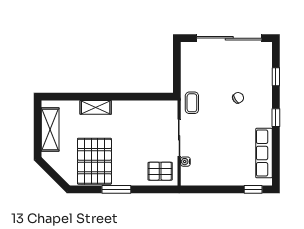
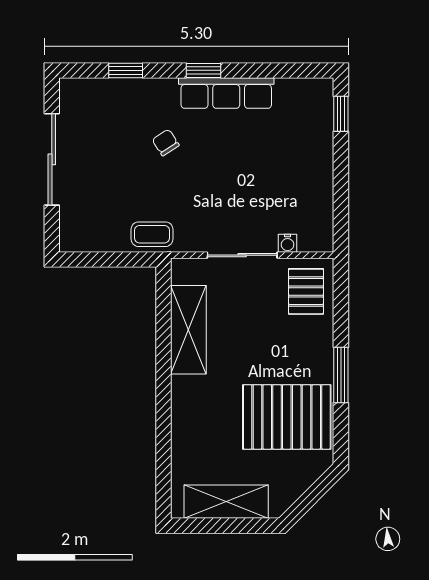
sliding door: (229, 38) -> (52, 159), width x0.73
coffee table: (192, 103) -> (152, 234), moved
shelving: (96, 107) -> (188, 330), moved, width x1.50, depth x1.33
row of seats: (264, 153) -> (226, 93), moved

